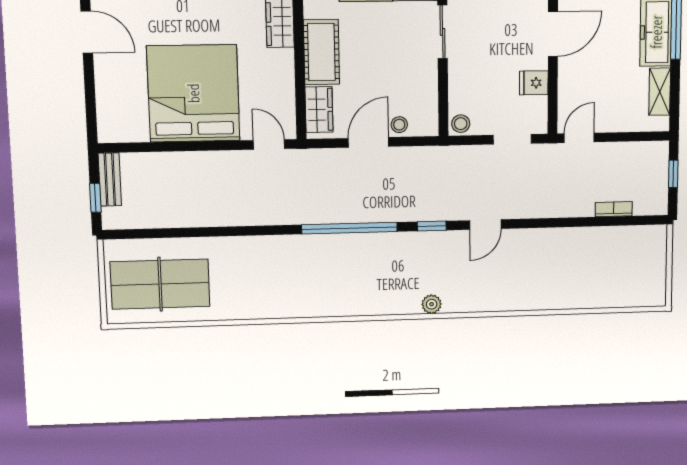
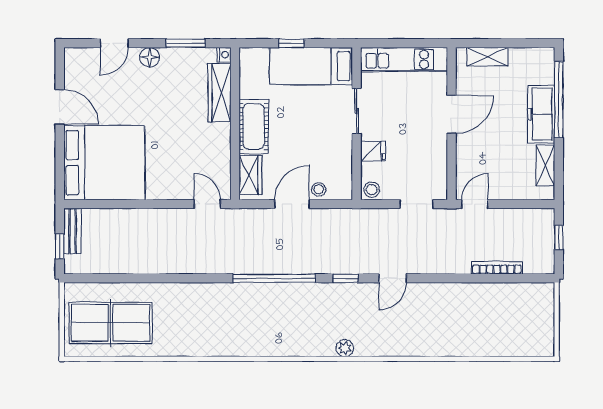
fridge: (534, 83) -> (373, 151), moved, turned 180
bed: (193, 93) -> (104, 163), moved, turned 90
bookcase: (614, 209) -> (497, 268), width x1.56

